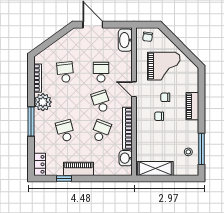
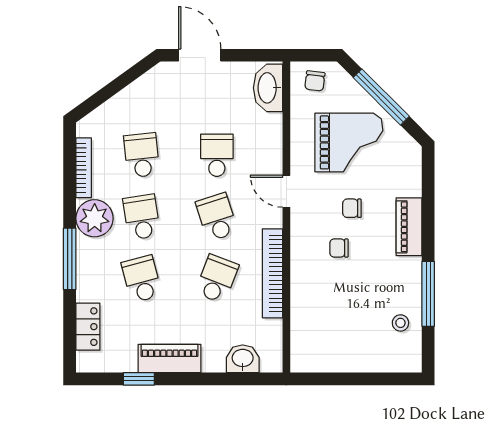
window: (179, 44) -> (381, 97), added
school desk: (65, 102) -> (142, 217), added
window: (202, 149) -> (428, 294), moved
washbasin: (126, 158) -> (243, 359), moved, turned 90
locker: (40, 164) -> (88, 327), moved
shelving: (155, 168) -> (331, 358), removed

